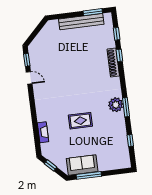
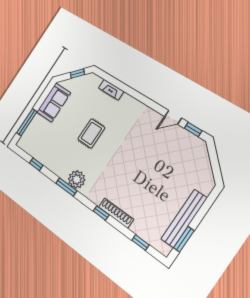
window: (119, 55) -> (101, 213), moved
window: (89, 175) -> (27, 122), moved

